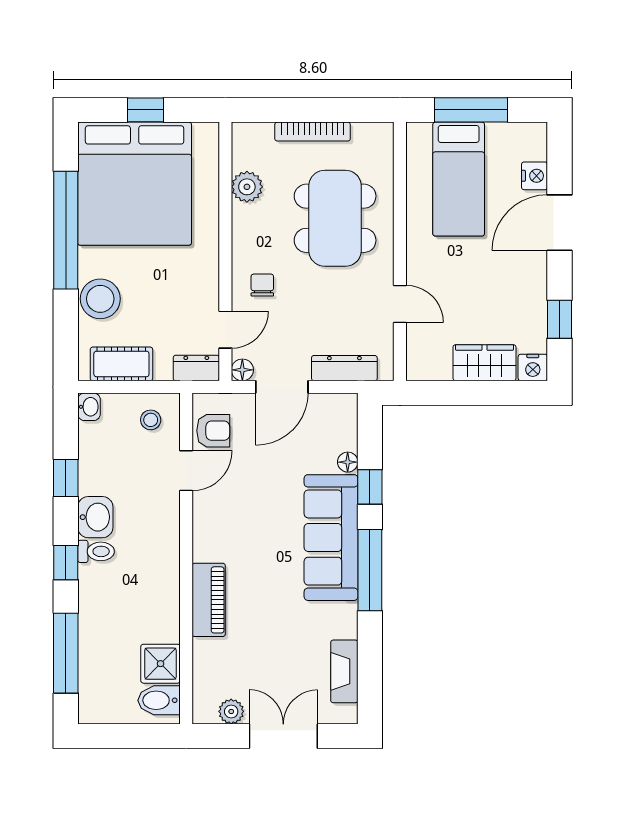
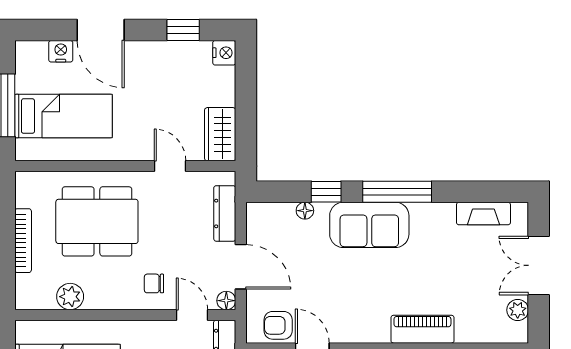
door: (400, 304) -> (170, 166), hinge flipped
wardrobe: (484, 363) -> (220, 134), moved
armchair: (213, 431) -> (278, 325), turned -90
sofa: (331, 538) -> (369, 225), width x0.73

